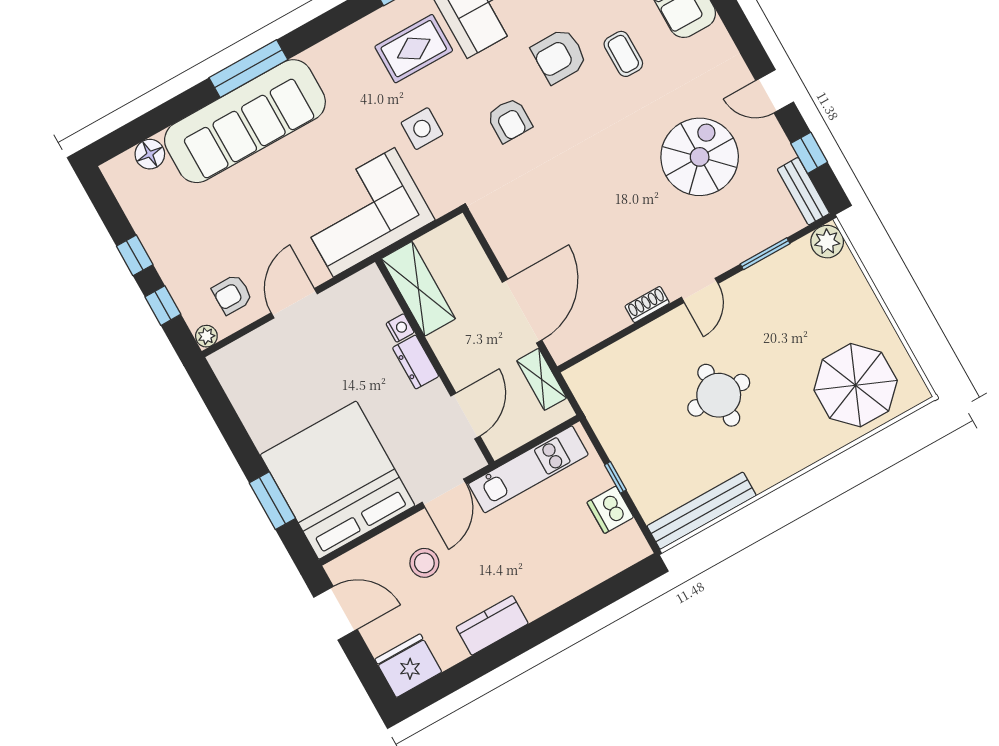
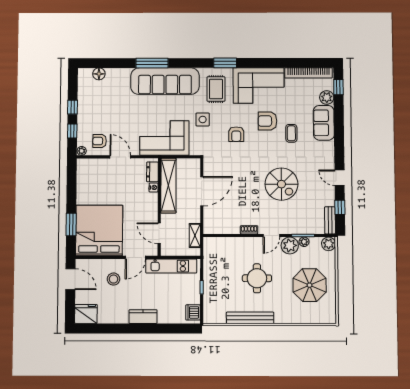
rug: (414, 49) -> (216, 89), turned 90
sofa: (245, 121) -> (165, 81), moved
spiral stairs: (700, 157) -> (281, 184), moved, turned 90
plant: (774, 266) -> (304, 242), added
shelving: (418, 289) -> (168, 186), width x1.47
plant: (749, 290) -> (290, 245), added
door: (294, 303) -> (120, 157), hinge flipped
door: (522, 311) -> (202, 191), moved
dresser: (416, 362) -> (152, 172), moved
parasol: (856, 385) -> (310, 285), moved
door: (465, 416) -> (159, 233), swing flipped
dishwasher: (610, 510) -> (193, 312), moved
bench: (702, 511) -> (250, 318), moved
kitchen counter: (492, 625) -> (143, 317), moved

